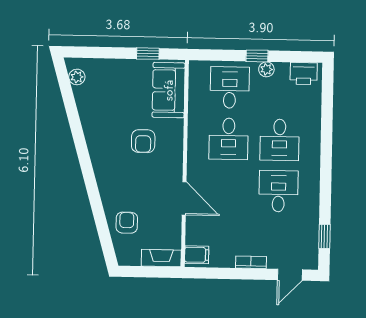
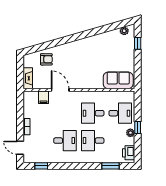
window: (148, 54) -> (138, 43), moved
window: (327, 108) -> (110, 166), added
armchair: (143, 141) -> (90, 67), removed
door: (184, 198) -> (60, 90), swing flipped
filing cabinet: (197, 255) -> (44, 97), moved

